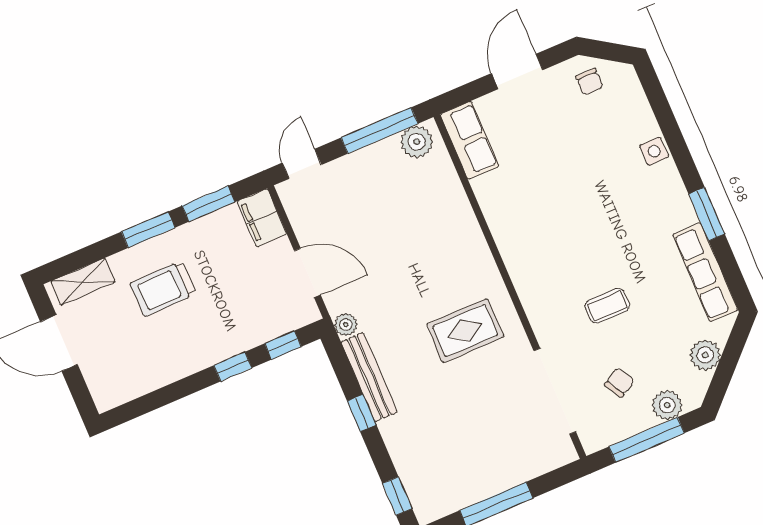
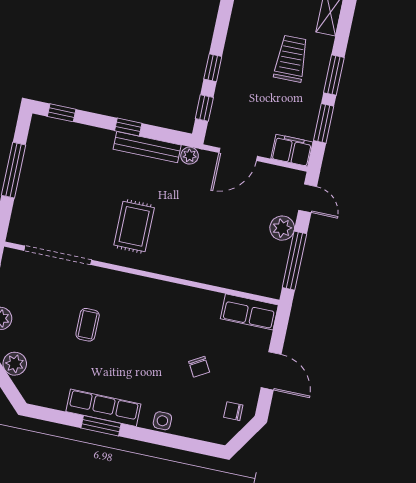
plant: (417, 142) -> (282, 228), moved
row of seats: (705, 272) -> (103, 408), moved
chair: (619, 382) -> (199, 367), moved

